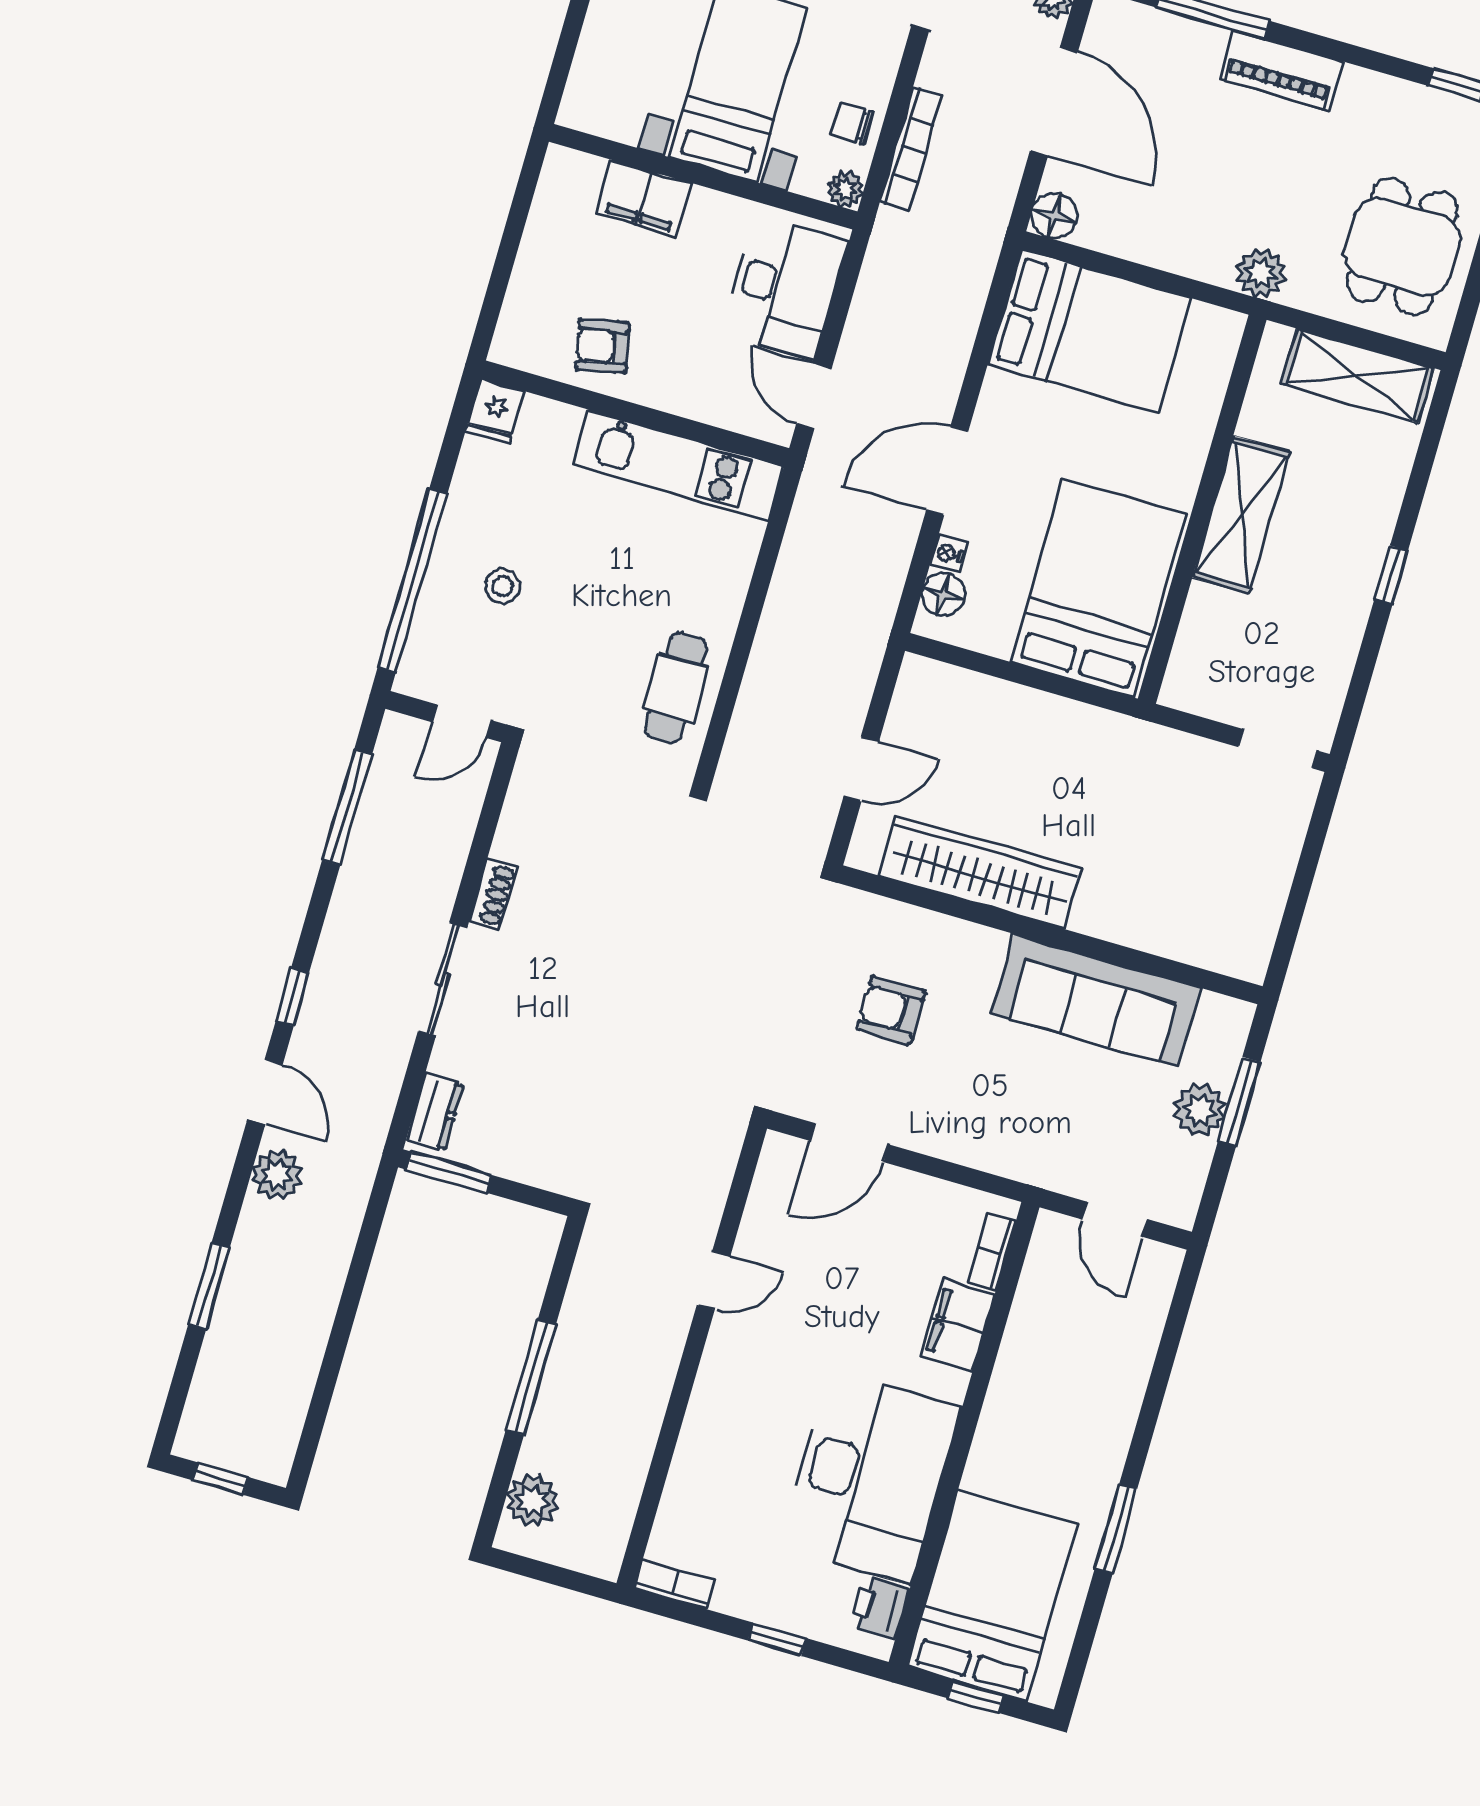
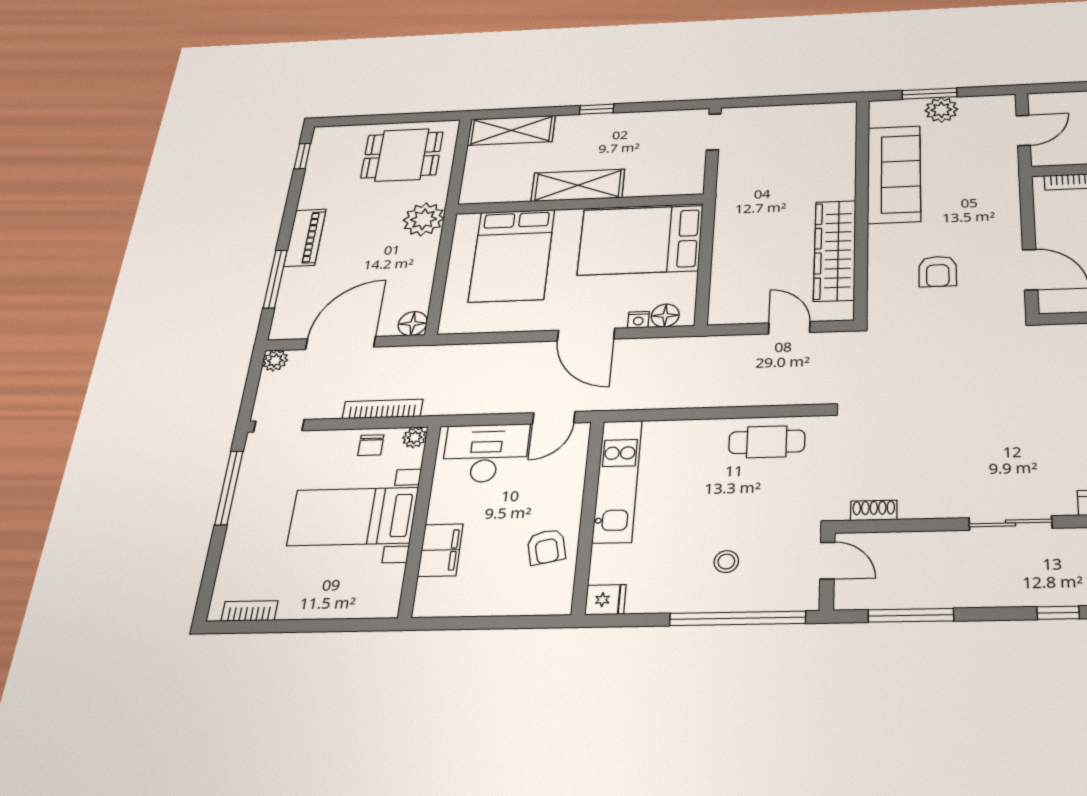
plant: (1261, 273) -> (424, 219), width x1.36, depth x1.36
bed: (1090, 331) -> (512, 255), moved, turned 180
shelving: (1358, 376) -> (511, 130), moved, turned 90
shoe rack: (493, 894) -> (874, 510), moved

